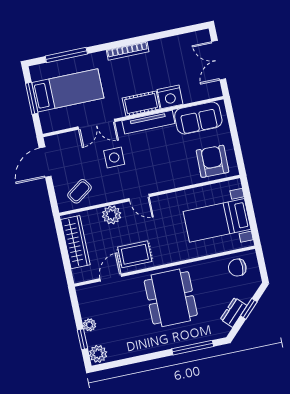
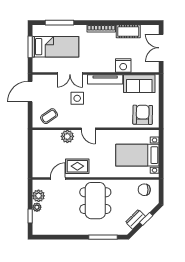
cot: (141, 104) -> (128, 31), moved
wardrobe: (75, 242) -> (39, 150), removed
plant: (98, 354) -> (39, 196), moved

